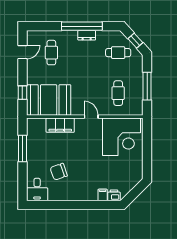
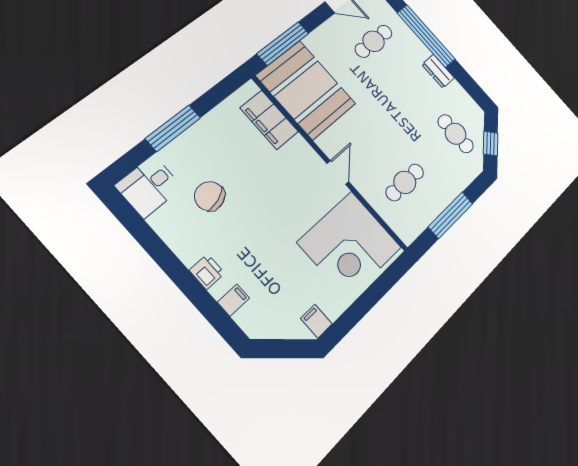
window: (82, 26) -> (426, 36), moved
window: (22, 93) -> (283, 44), width x2.17
filing cabinet: (60, 125) -> (269, 120), moved
window: (22, 149) -> (173, 128), moved
filing cabinet: (137, 173) -> (316, 321), added
printer: (114, 195) -> (207, 272), moved

